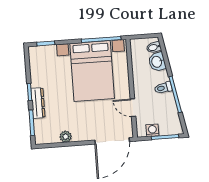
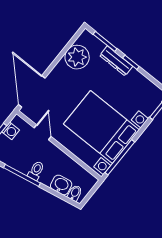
door: (133, 108) -> (43, 132), hinge flipped
plant: (66, 137) -> (77, 57), width x1.88, depth x1.88

